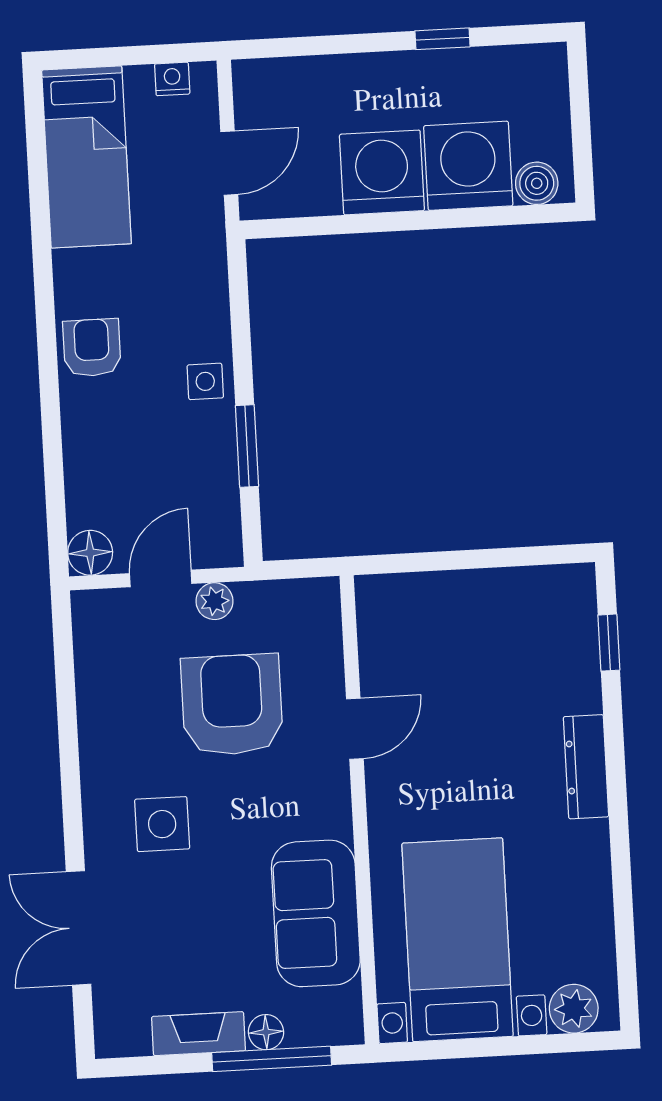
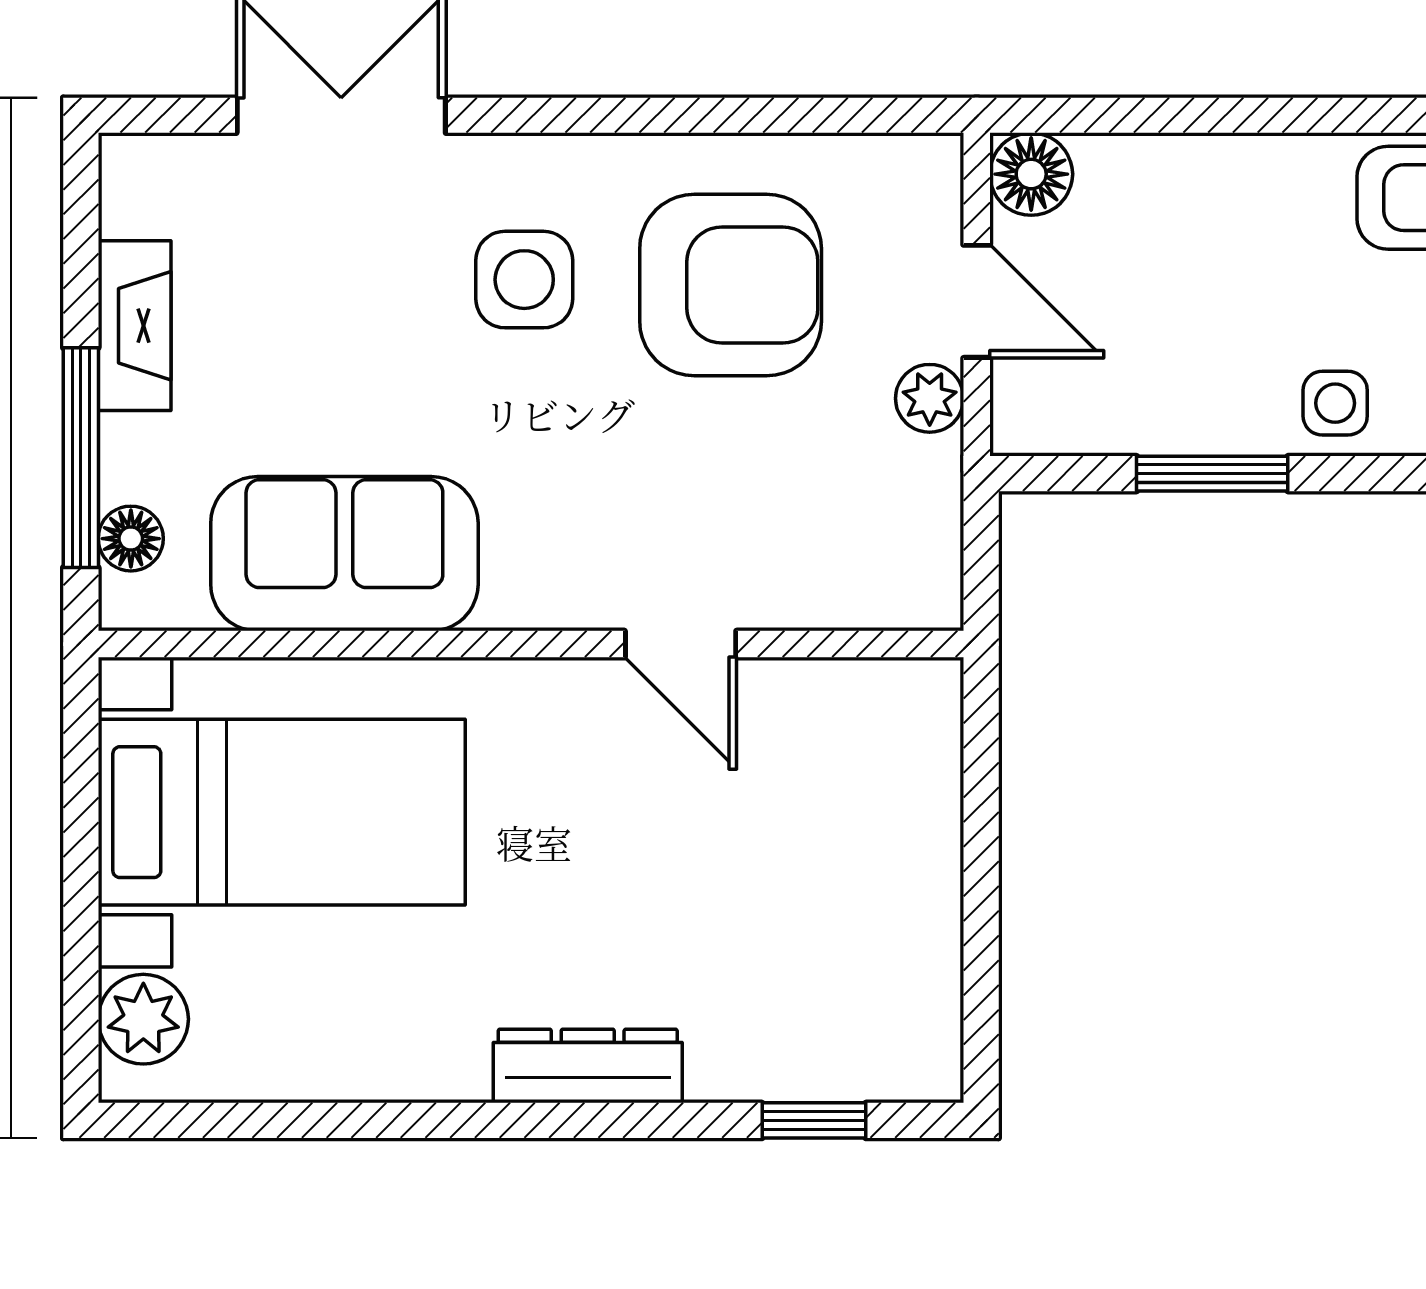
armchair: (232, 705) -> (731, 285), moved
floor lamp: (266, 1032) -> (131, 539), moved

